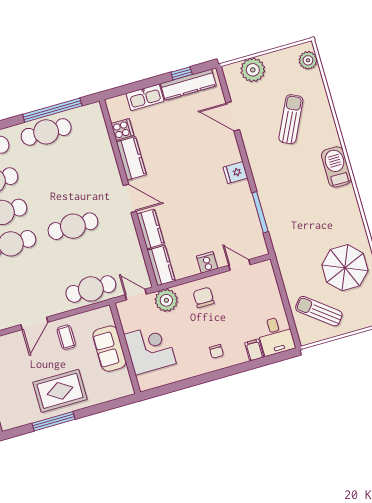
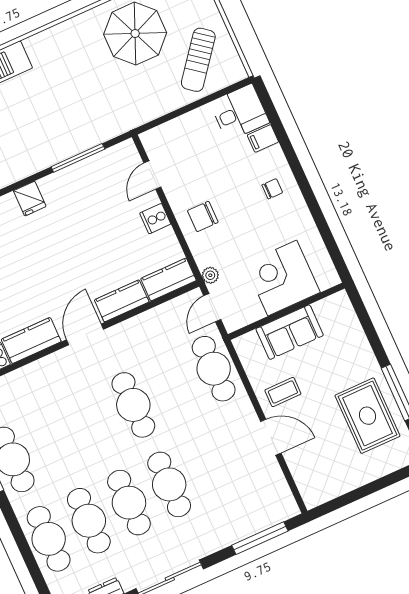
plant: (166, 300) -> (210, 275), width x0.53, depth x0.53
rug: (60, 391) -> (367, 416), moved

